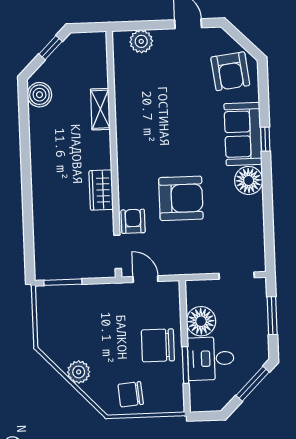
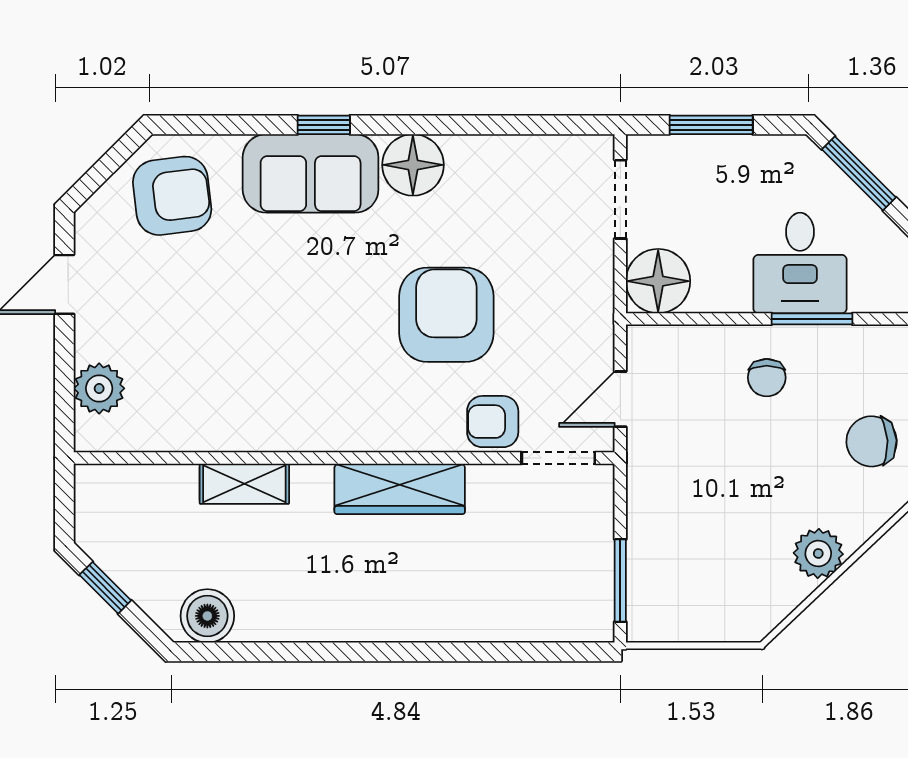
wardrobe: (101, 190) -> (400, 489), width x1.50
floor lamp: (201, 321) -> (658, 281), moved
chair: (158, 345) -> (767, 378), width x0.54, depth x0.54
chair: (131, 394) -> (872, 441), turned 92

